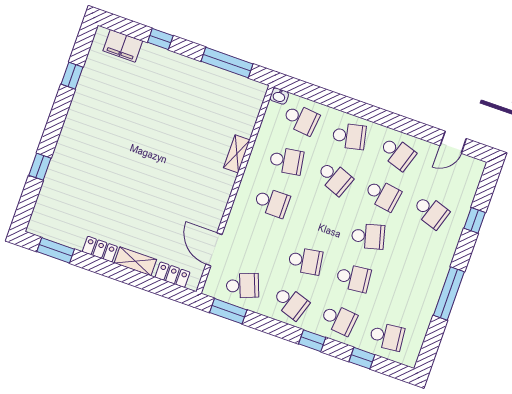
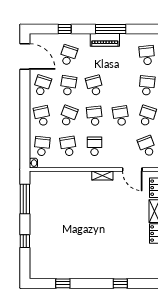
filing cabinet: (123, 46) -> (36, 261), removed
door: (453, 142) -> (25, 56), width x1.88
shelving: (237, 154) -> (102, 175), moved
door: (214, 249) -> (132, 169), hinge flipped
school desk: (353, 278) -> (94, 116), moved
piano: (435, 278) -> (105, 40), added

